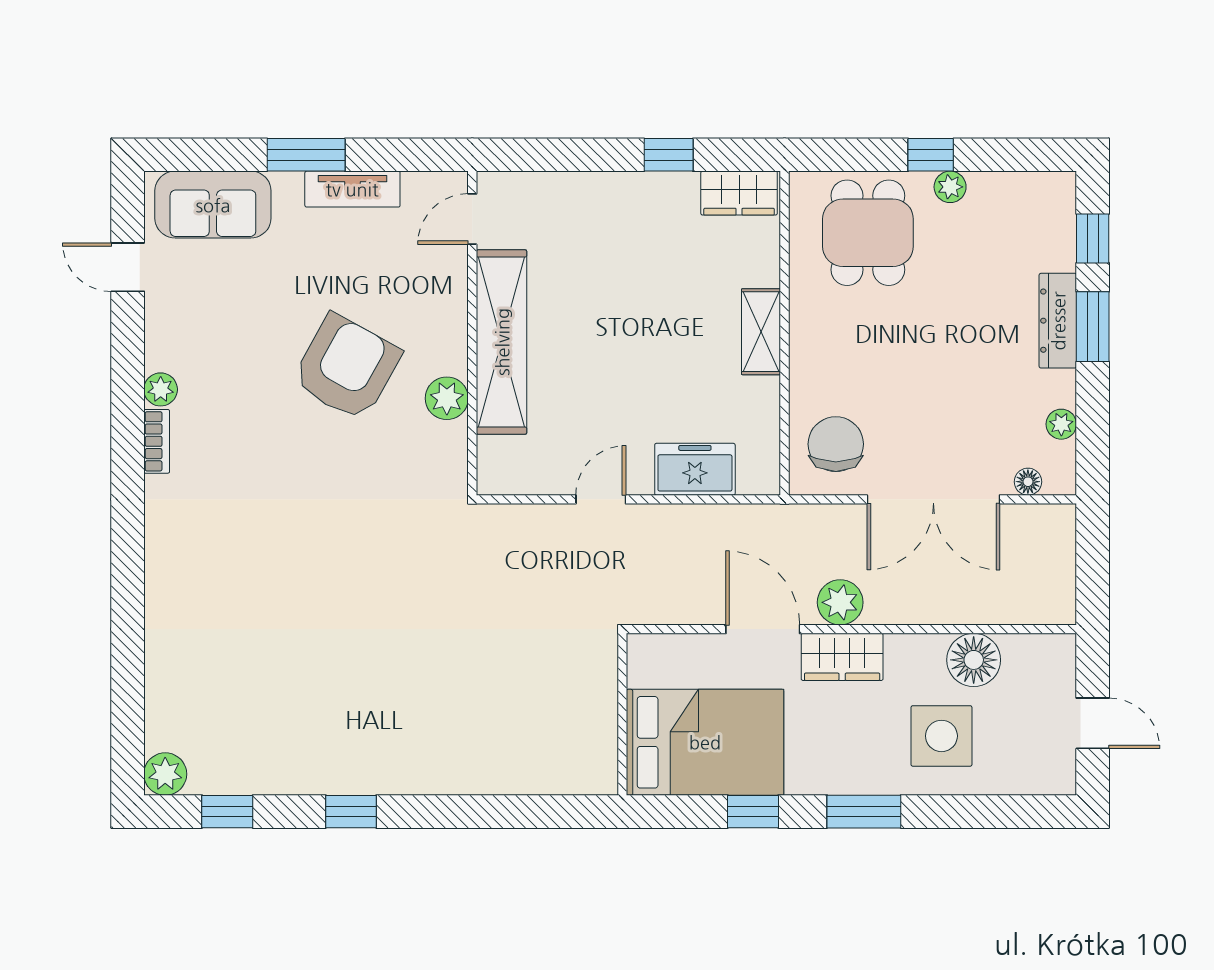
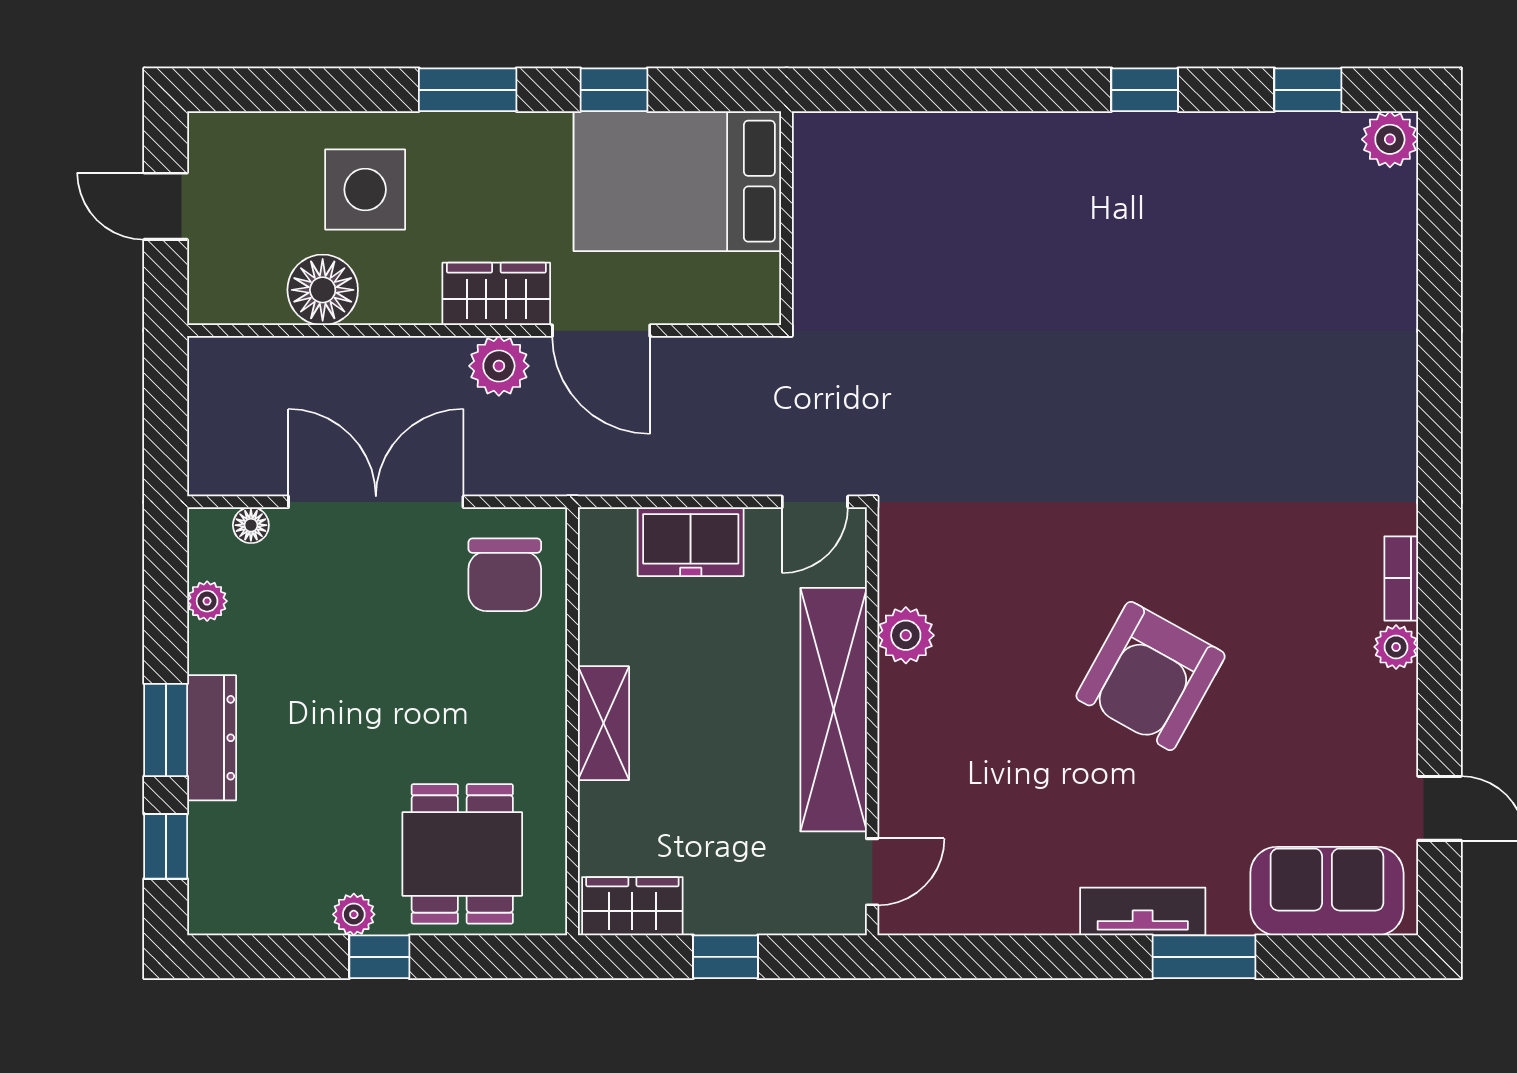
door: (472, 219) -> (872, 872), moved
wall: (472, 333) -> (872, 721), moved
shelving: (502, 342) -> (834, 710), moved
plant: (447, 398) -> (906, 635), moved

